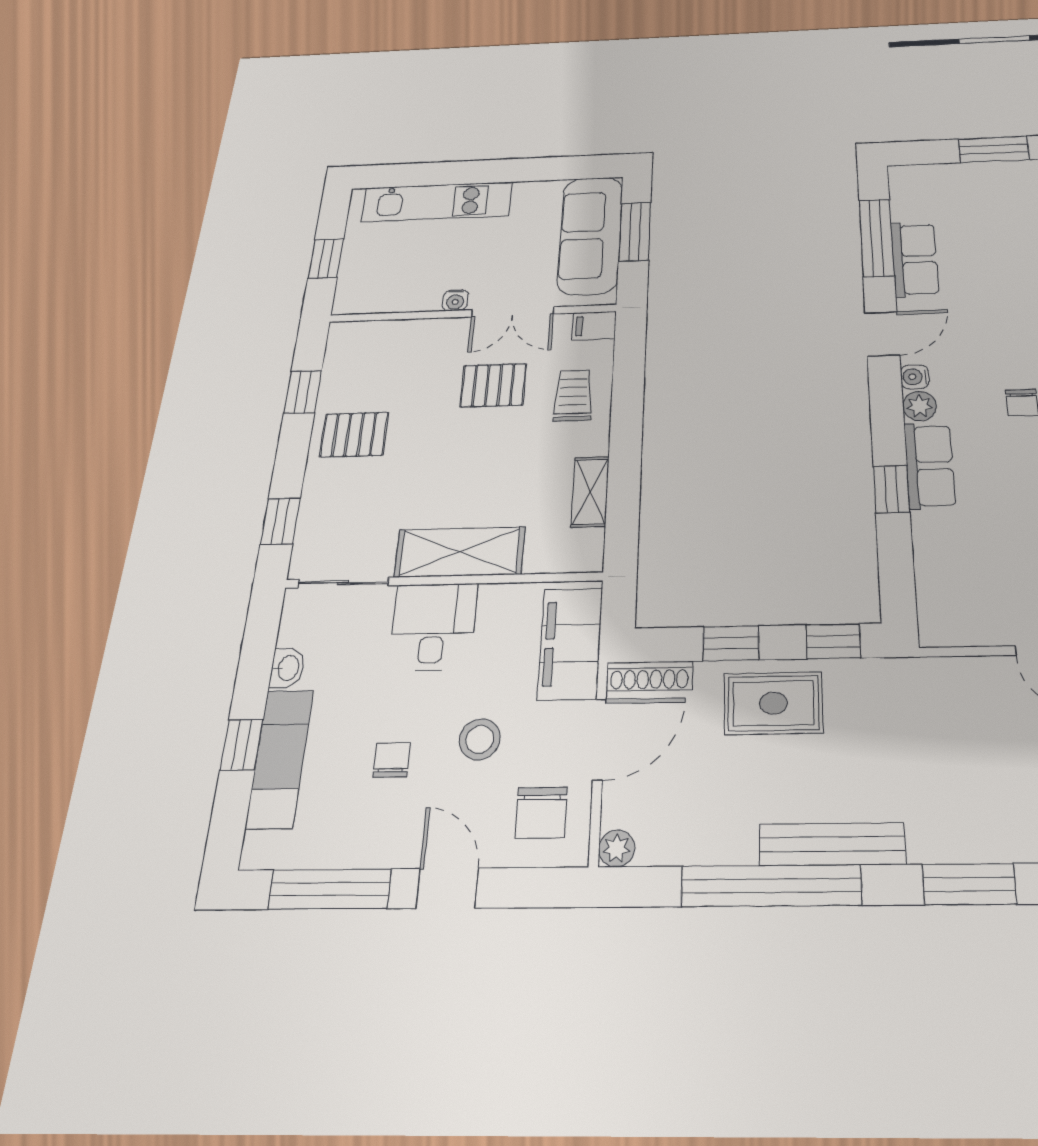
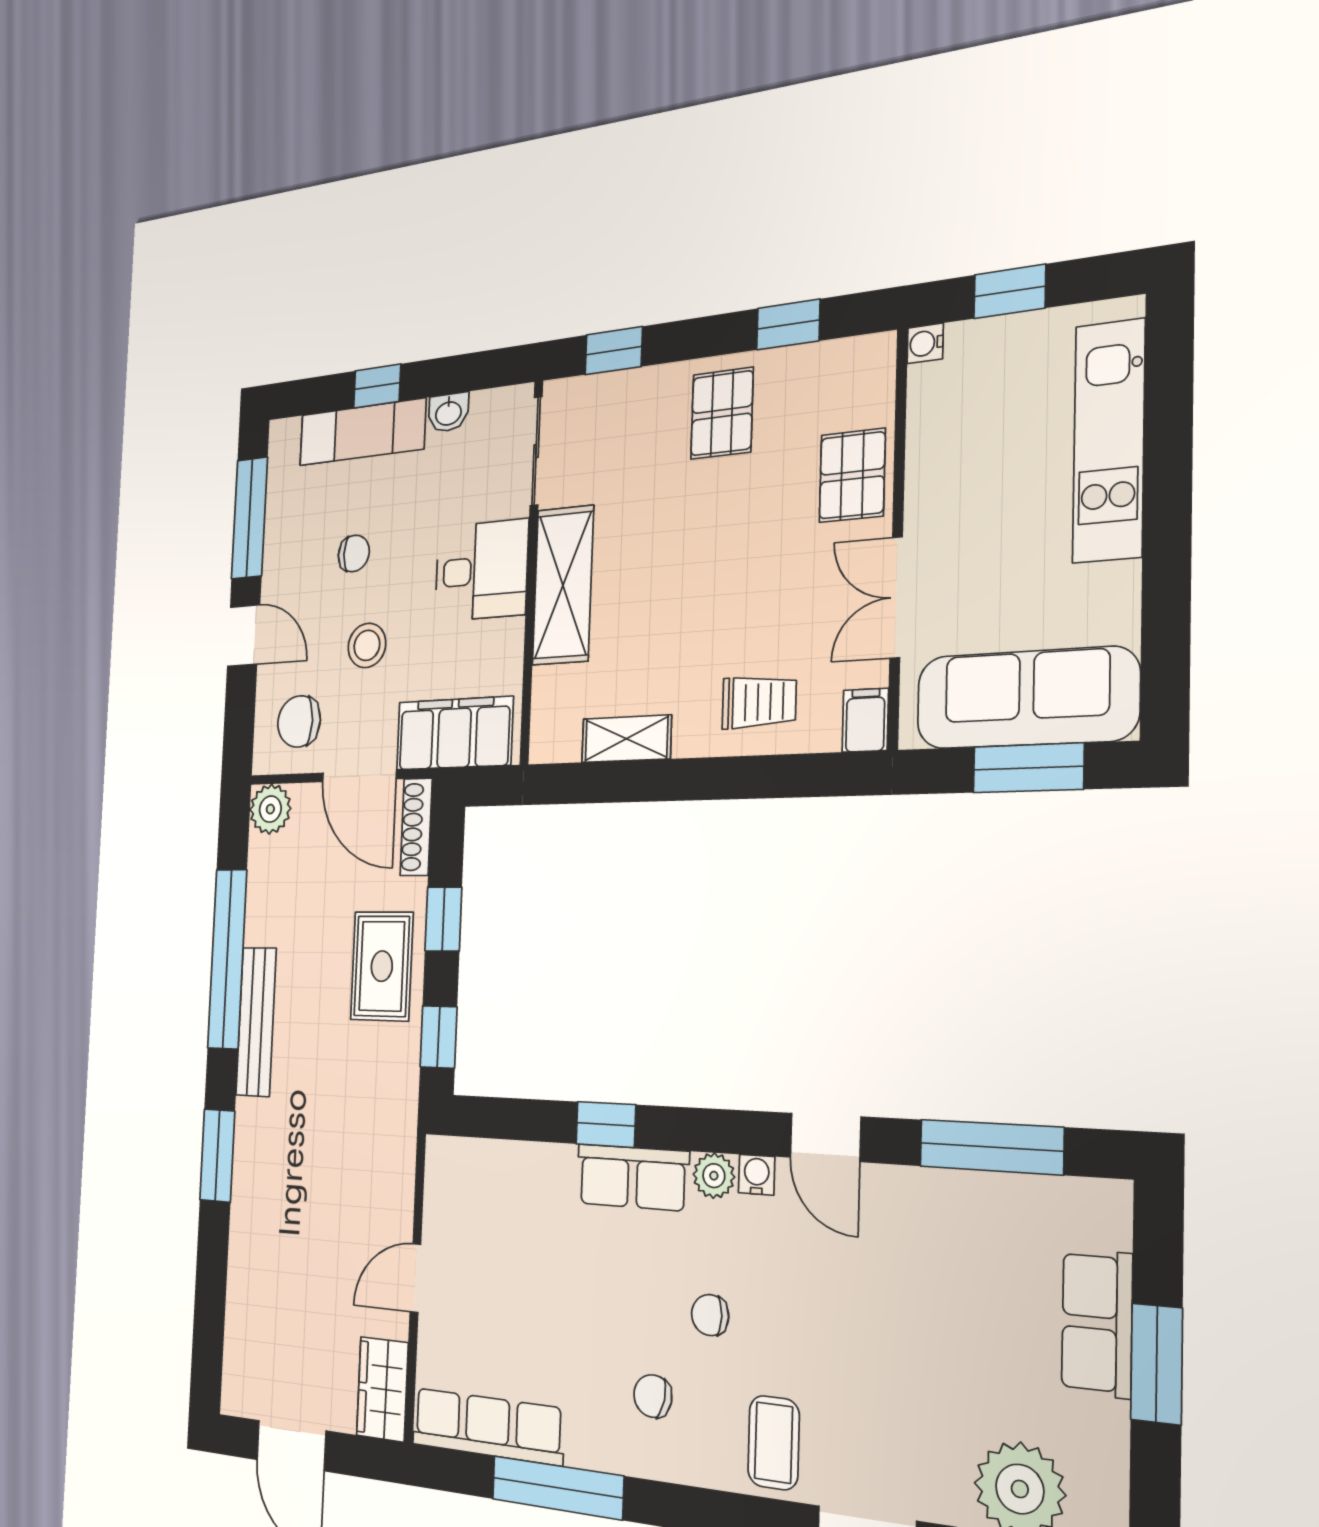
row of seats: (915, 259) -> (1097, 1323), moved, turned 90
water cooler: (455, 300) -> (925, 343), moved
pallet: (493, 385) -> (852, 475), moved
plant: (617, 848) -> (270, 809), width x1.38, depth x1.38
door: (447, 888) -> (244, 636), hinge flipped

